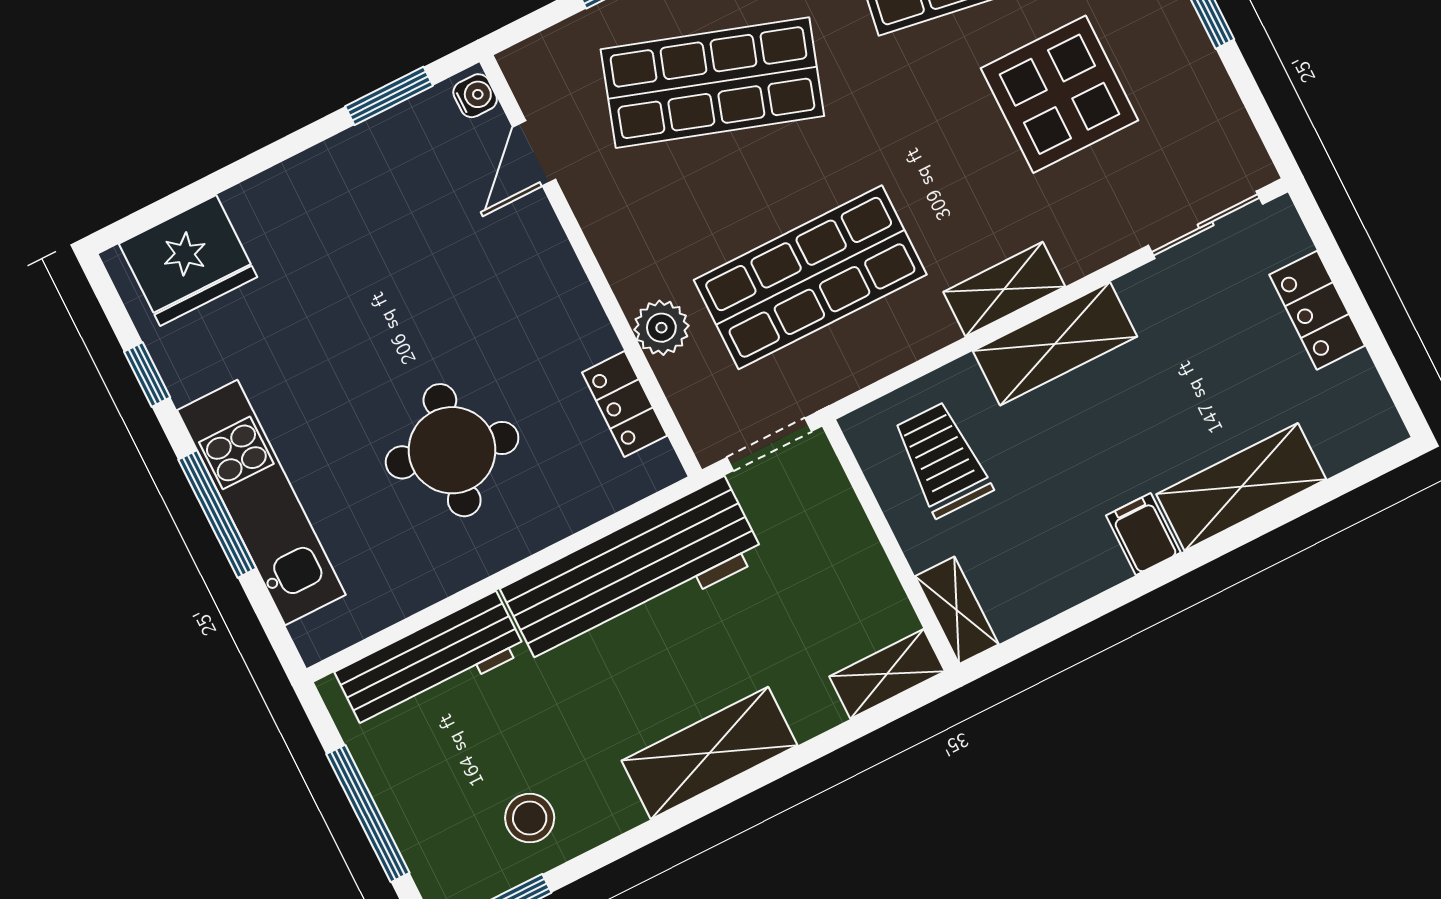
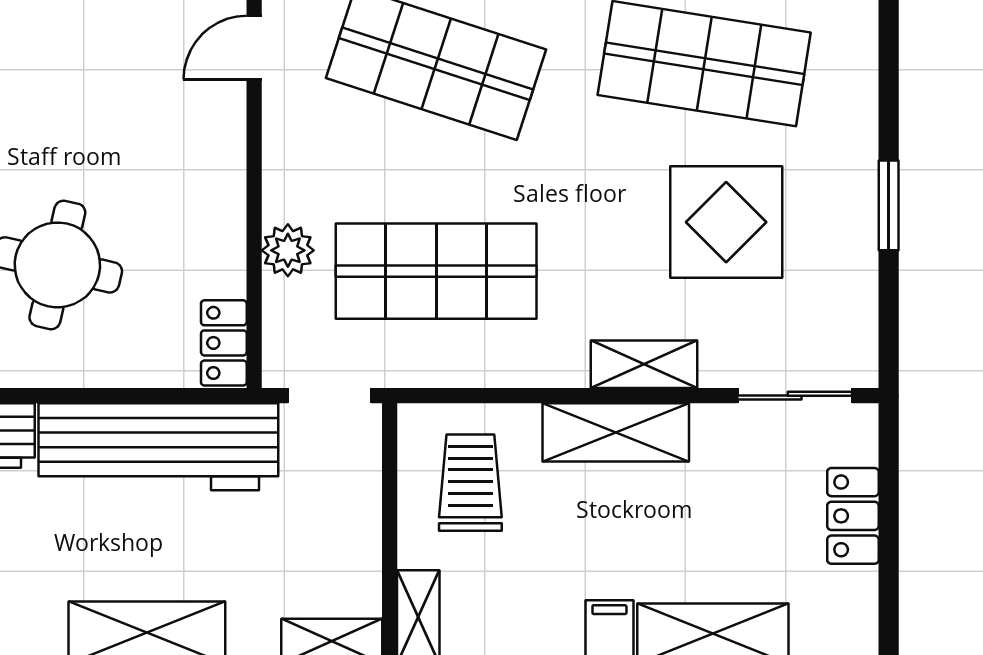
shelving: (1004, 289) -> (644, 364), moved
locker: (625, 404) -> (224, 343), moved

